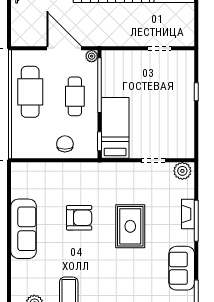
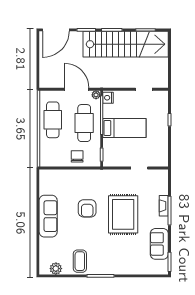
nightstand: (109, 60) -> (108, 98), added
cafe table: (75, 96) -> (84, 123), width x1.37, depth x1.35
bed: (115, 128) -> (124, 128), moved, turned 90
plant: (182, 171) -> (160, 175), removed
armchair: (79, 218) -> (87, 208), turned 90
rug: (130, 226) -> (123, 214), width x1.37, depth x1.44

